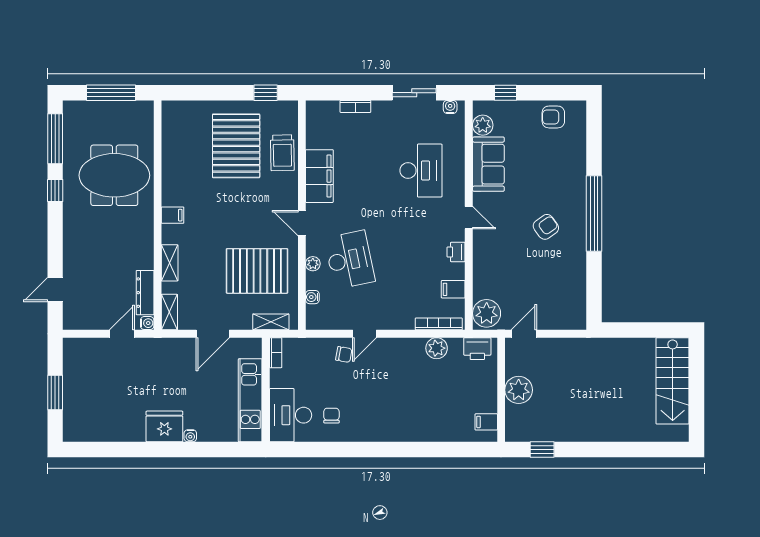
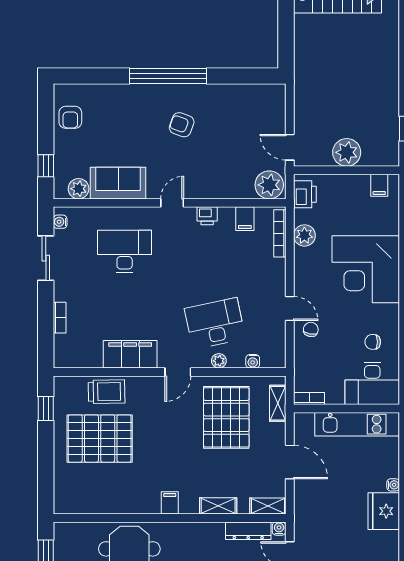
armchair: (546, 227) -> (182, 125), turned -34
corner desk: (403, 409) -> (366, 269), added

